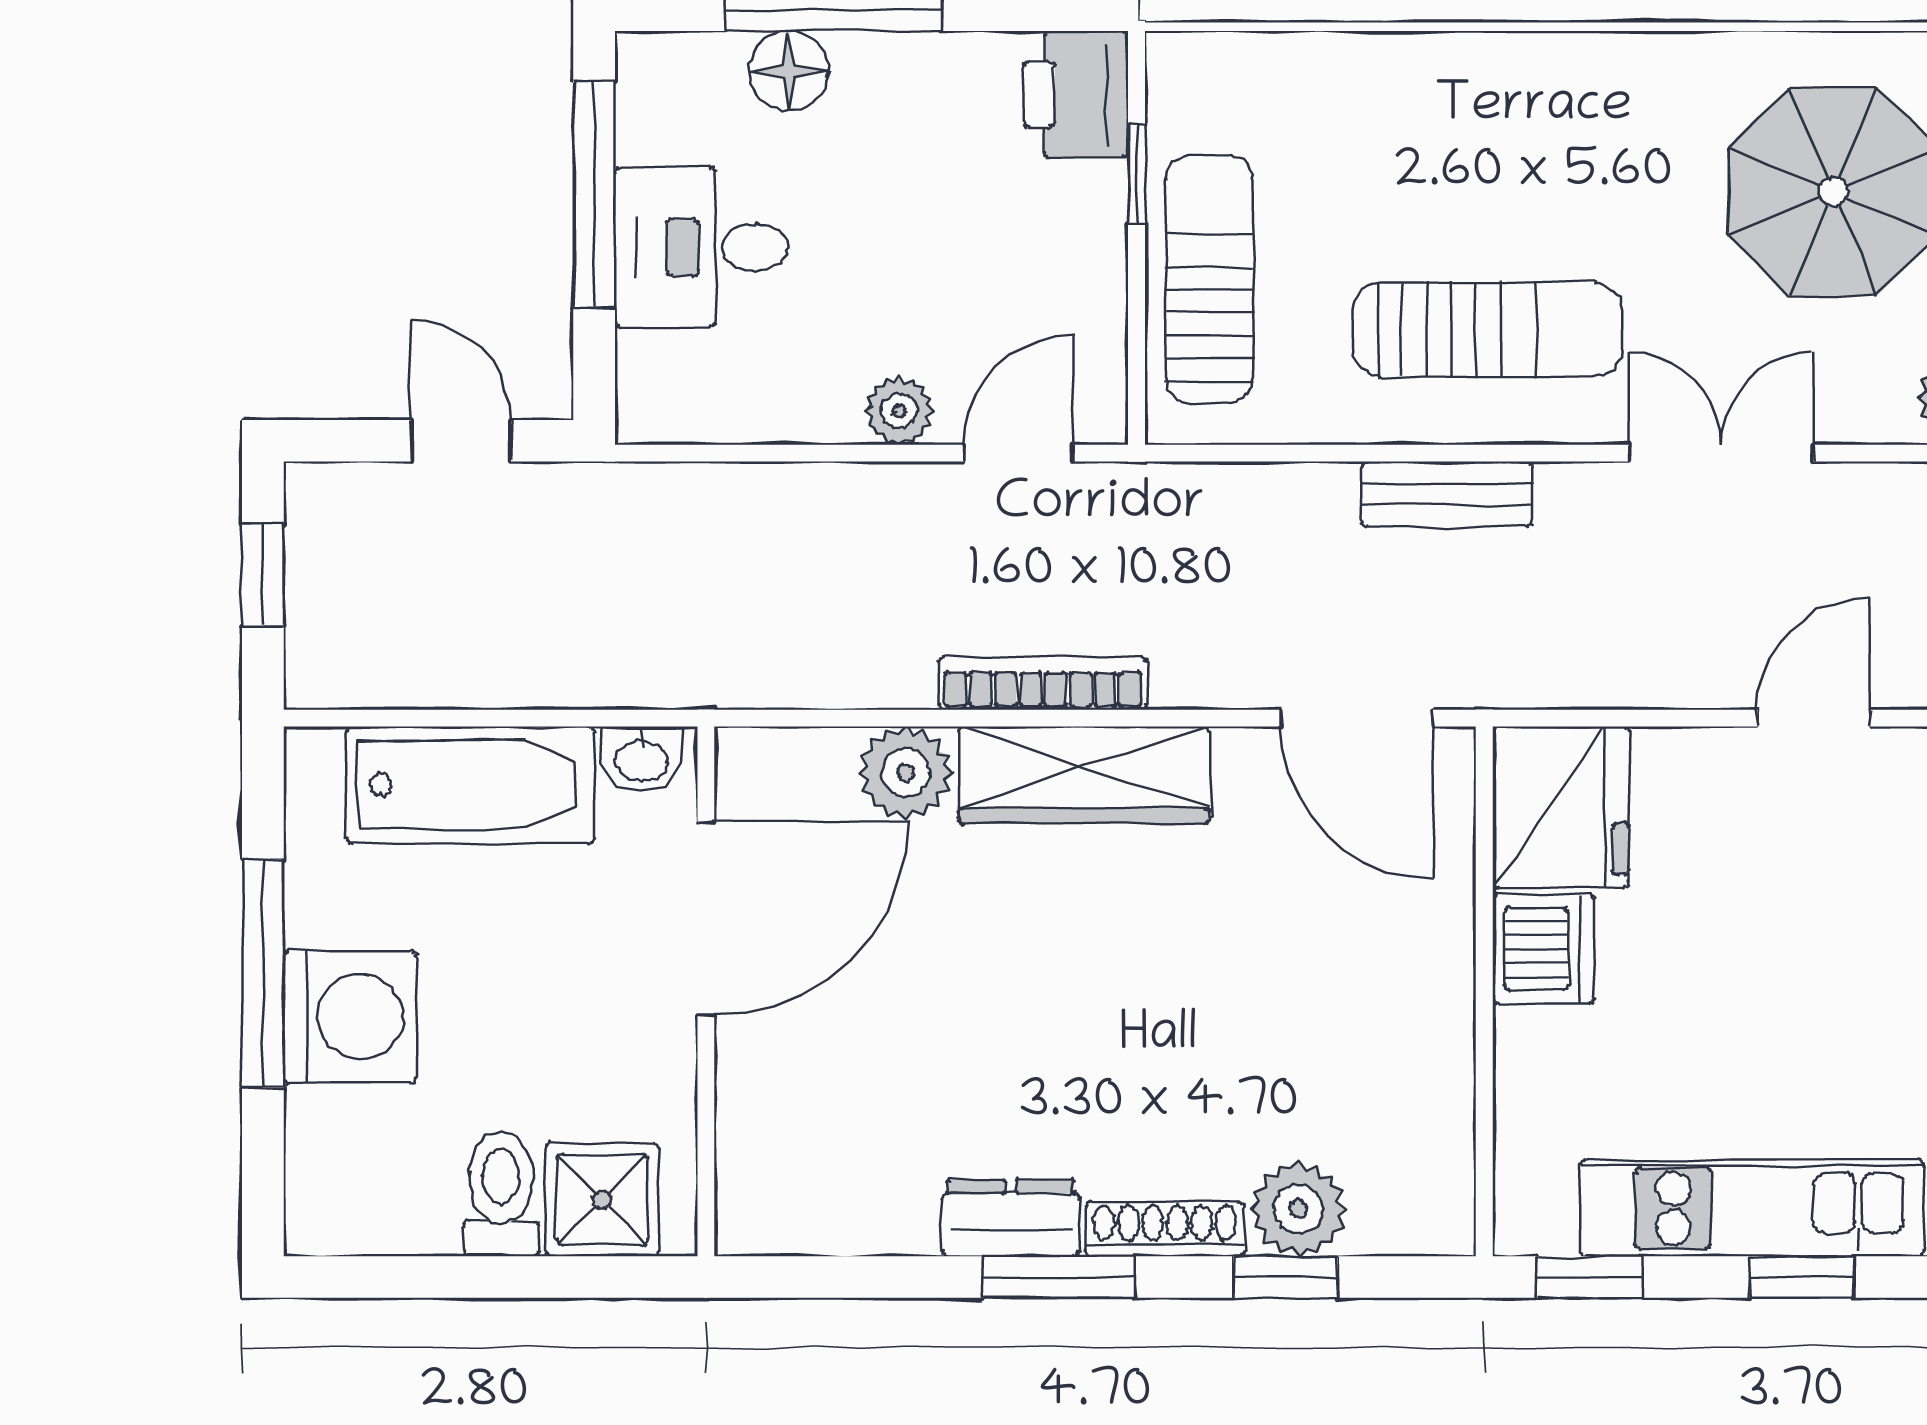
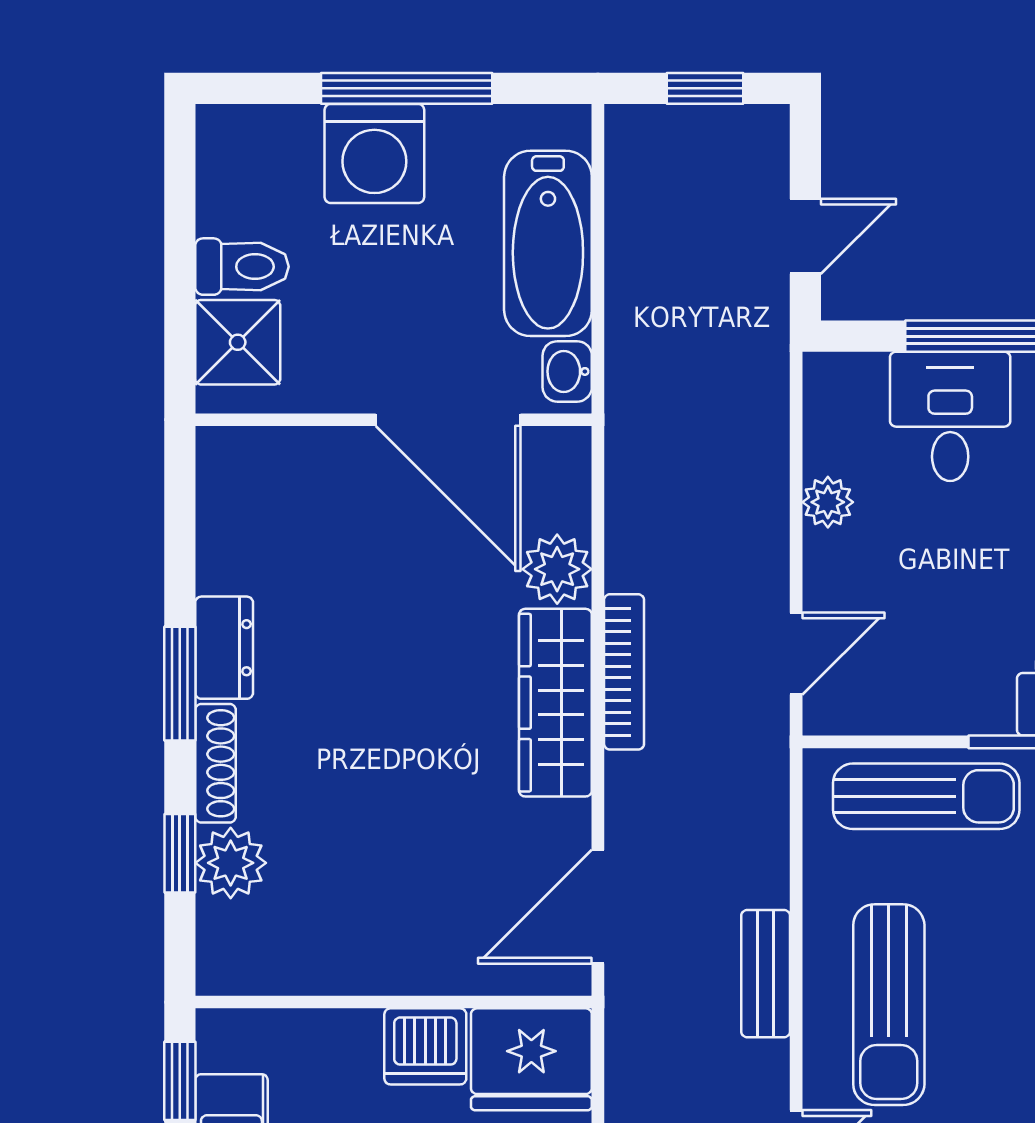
plant: (899, 411) -> (828, 502), moved
door: (1019, 453) -> (796, 654), hinge flipped

